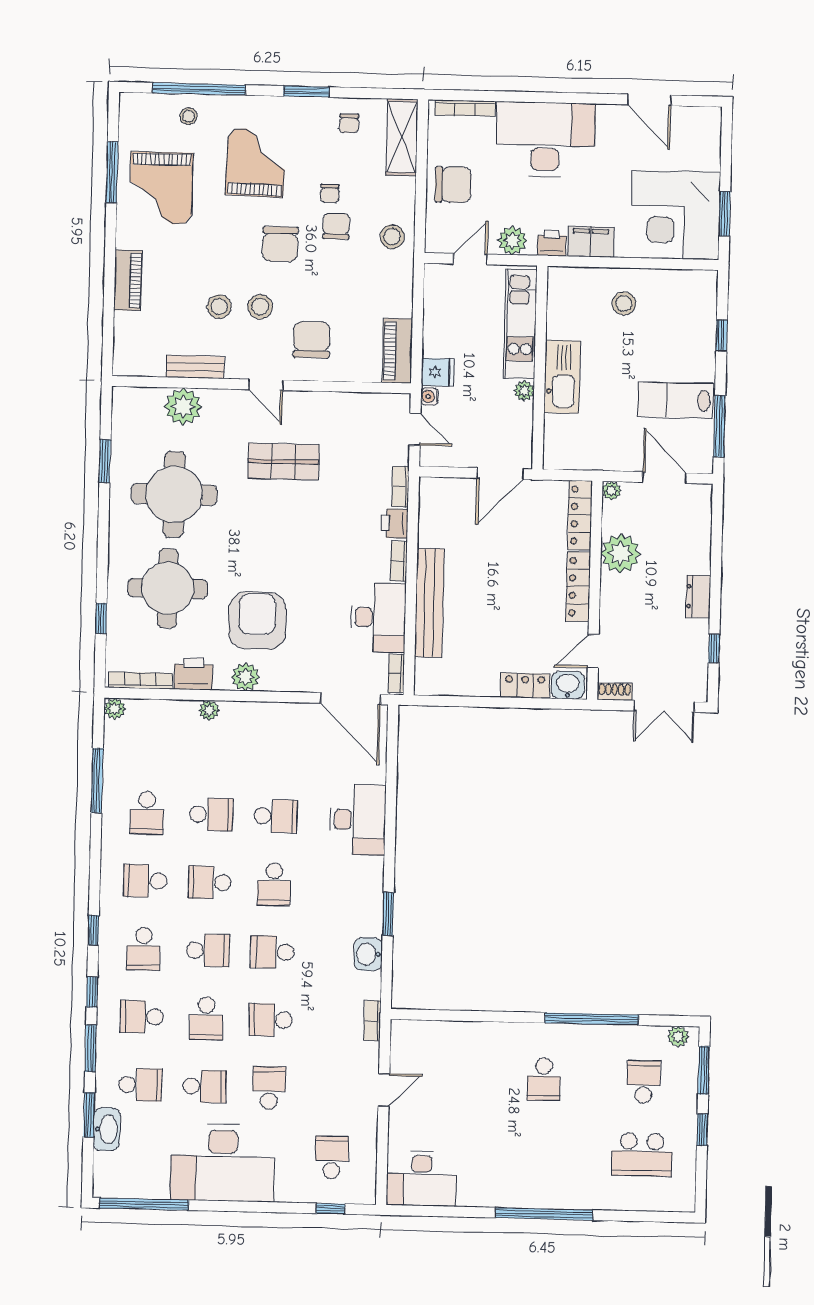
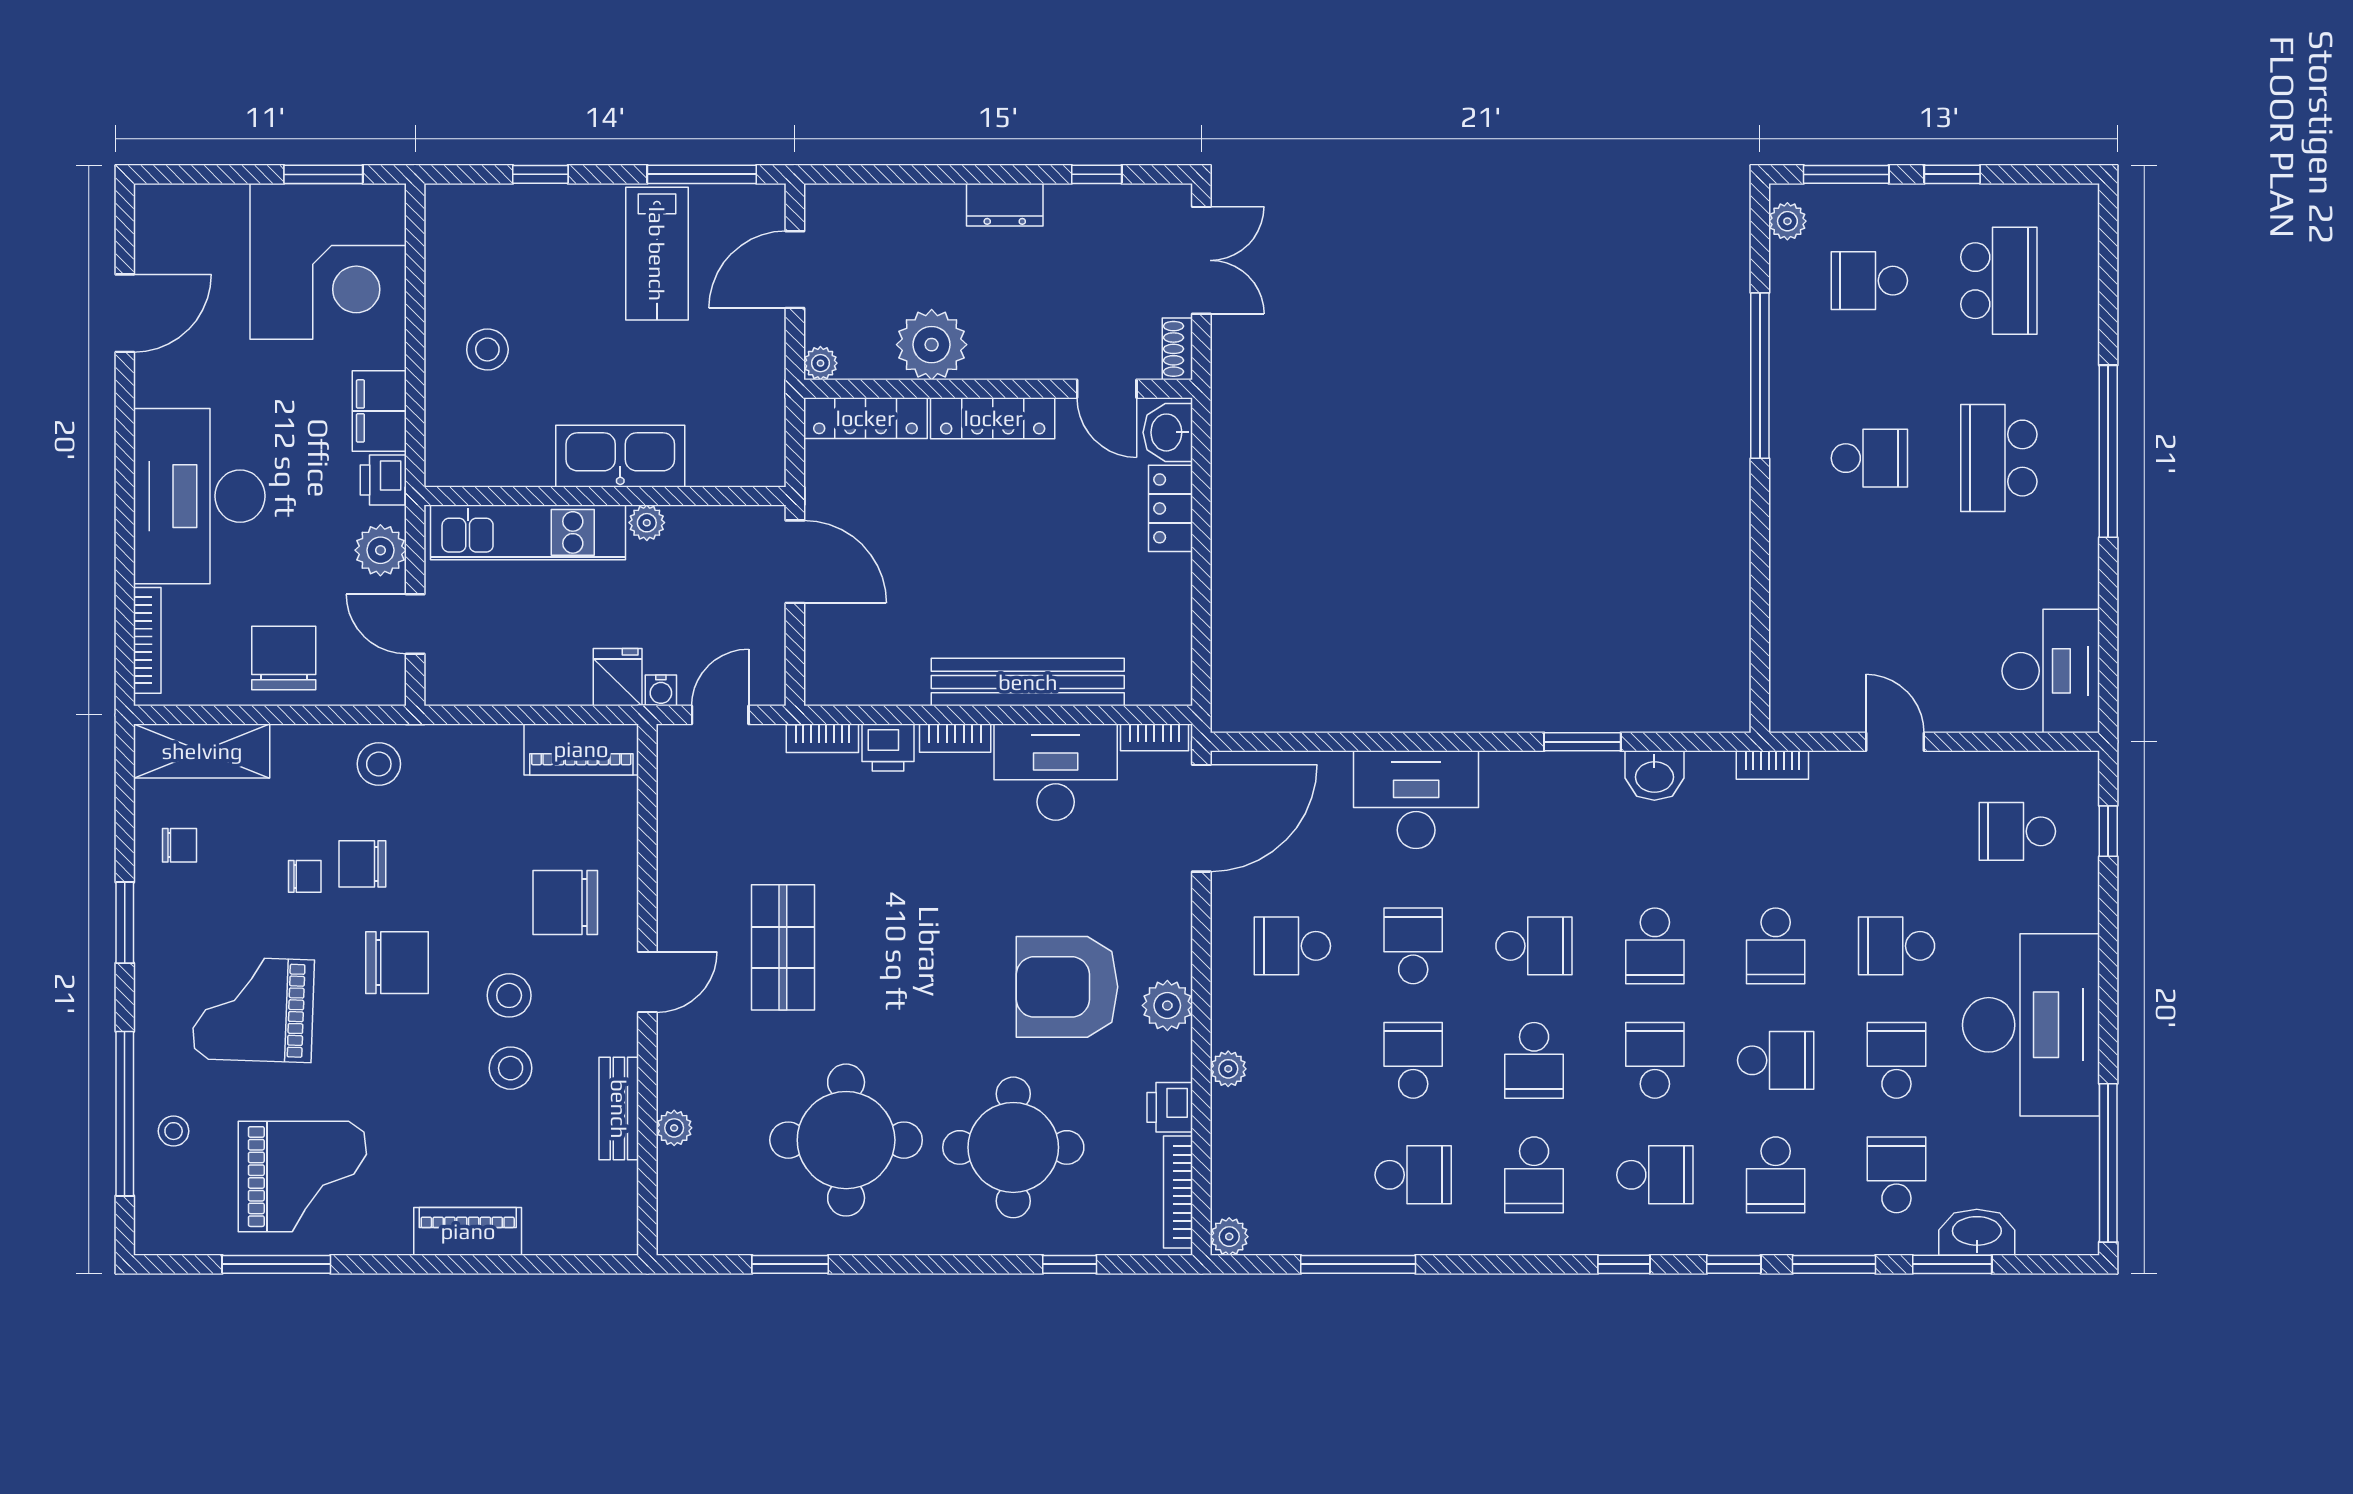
plant: (183, 407) -> (674, 1128), width x0.53, depth x0.53
printer: (193, 674) -> (1170, 1107), width x0.73, depth x0.81
school desk: (277, 748) -> (1292, 946), added
school desk: (542, 1152) -> (1999, 458), added

